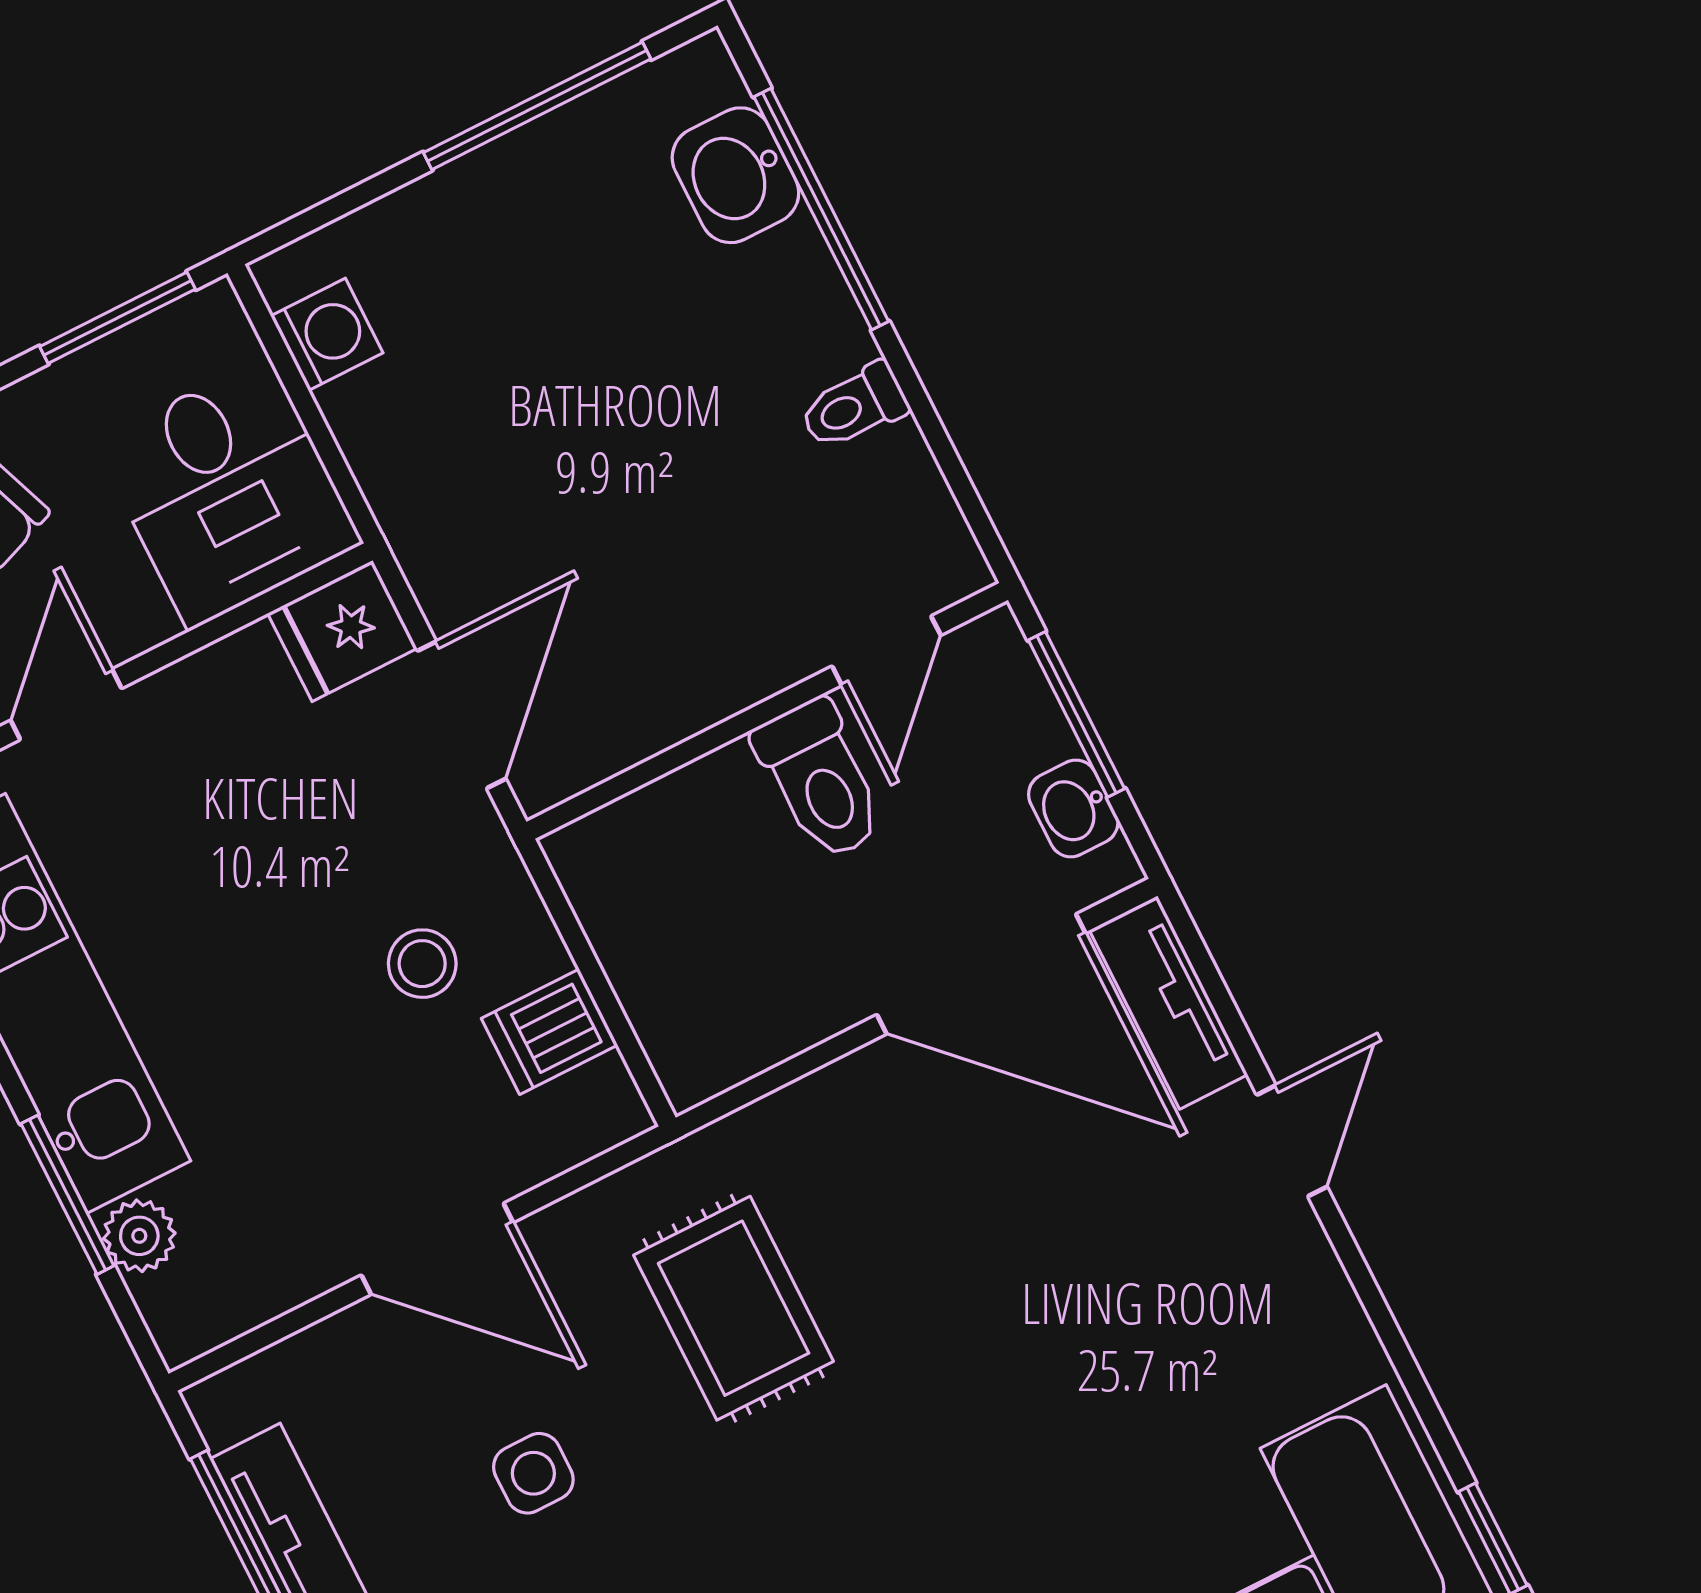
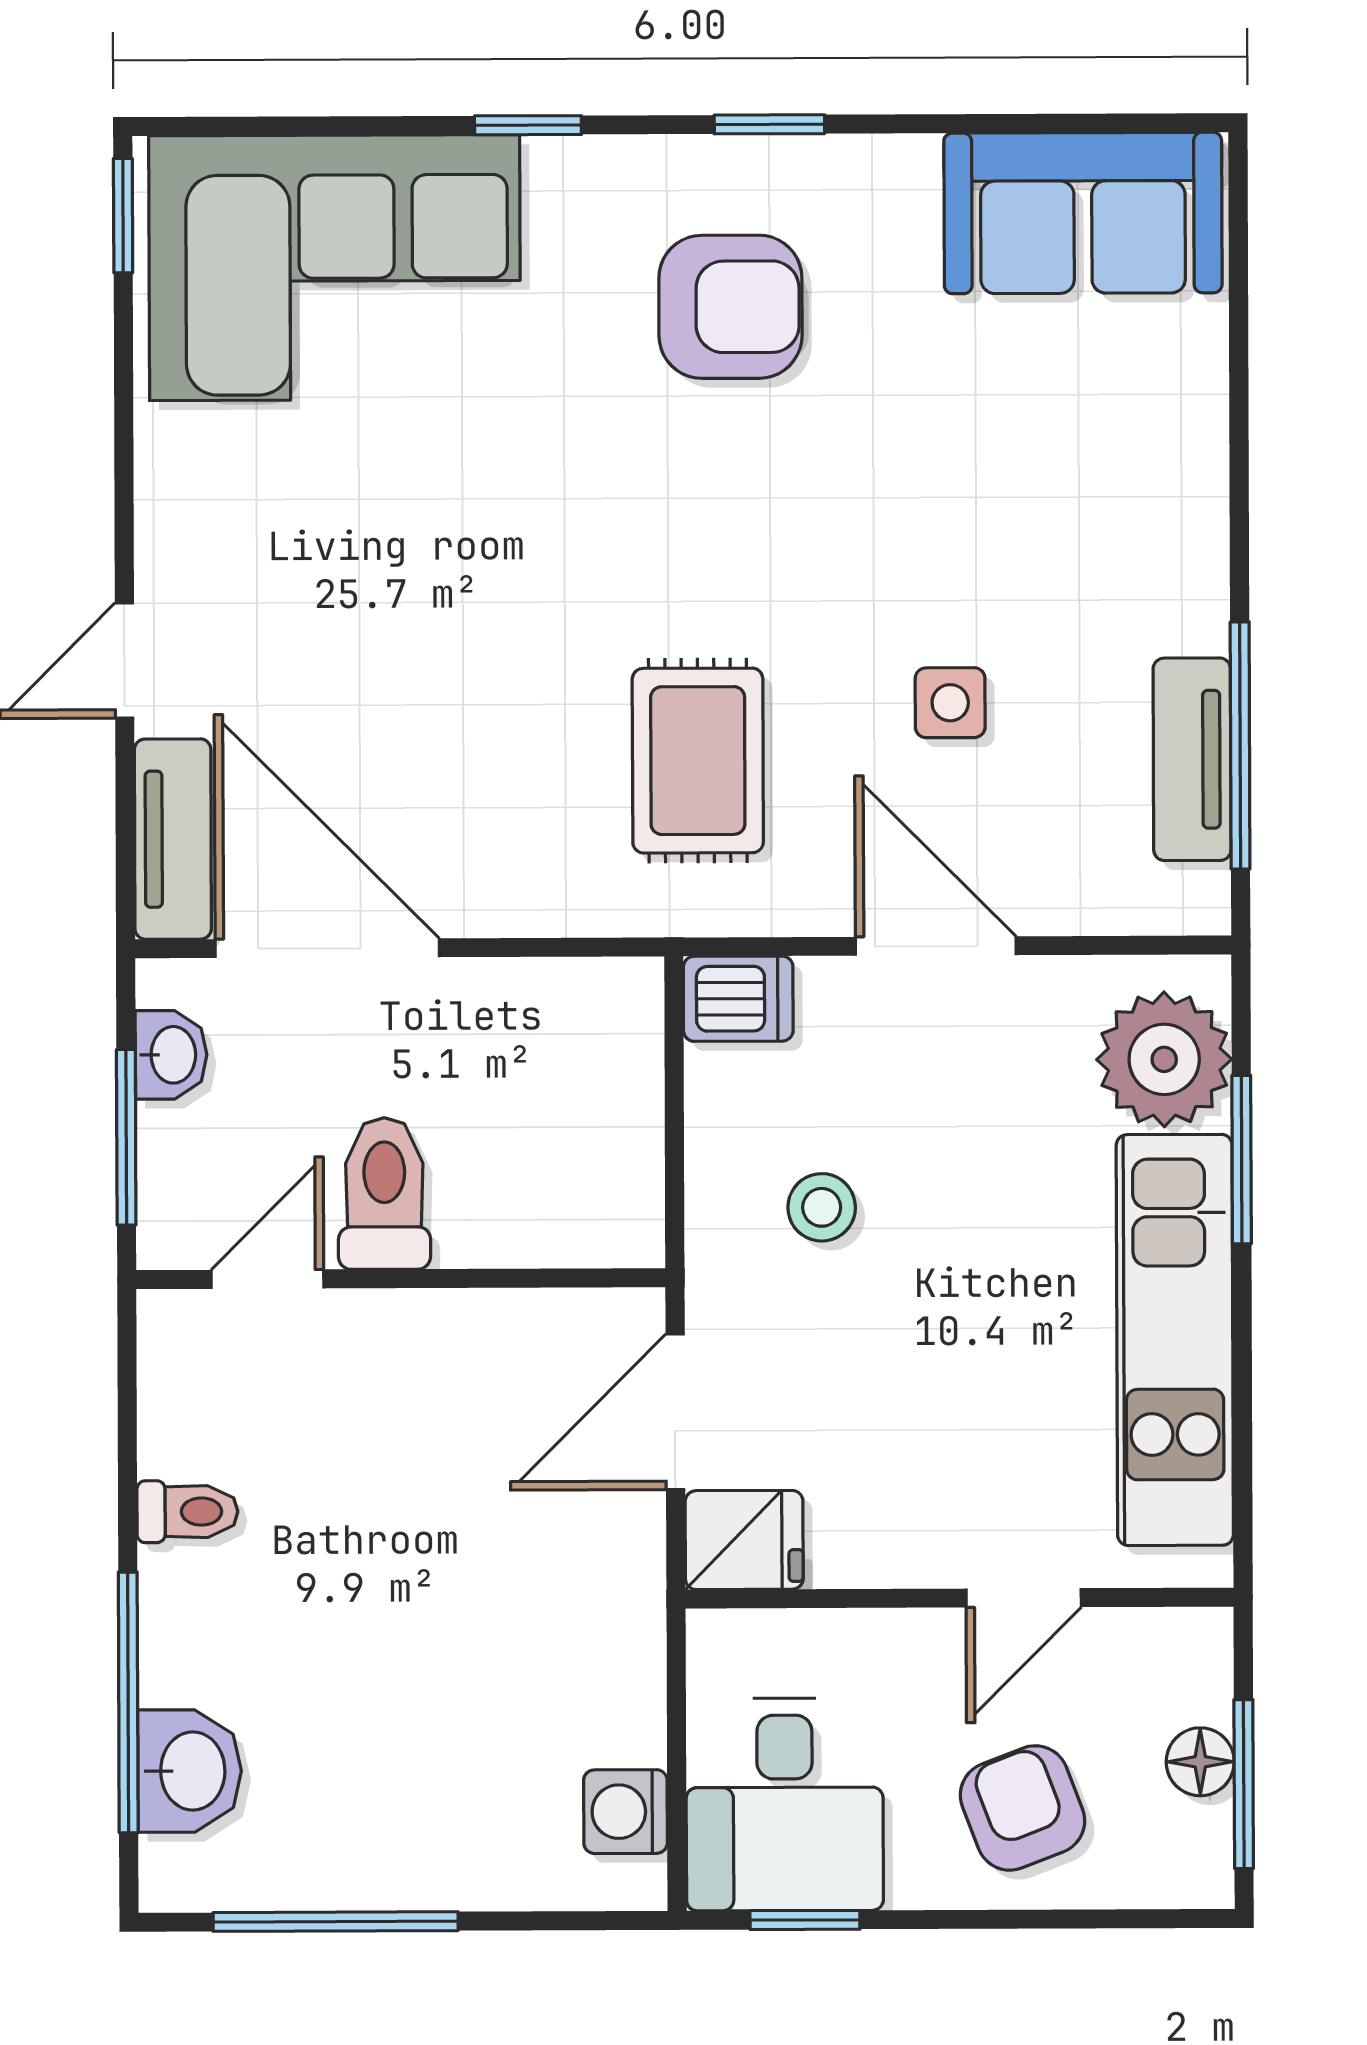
window: (117, 318) -> (805, 1920), width x0.67
desk: (228, 493) -> (785, 1804), moved, turned 180
dishwasher: (549, 1032) -> (738, 999), moved
plant: (139, 1236) -> (1164, 1059), width x1.87, depth x1.87

